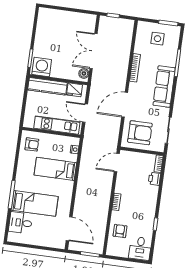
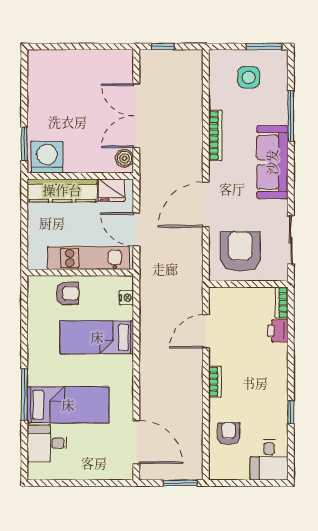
armchair: (140, 133) -> (240, 251), turned -90
armchair: (32, 144) -> (68, 293), moved
door: (117, 163) -> (206, 331), moved

